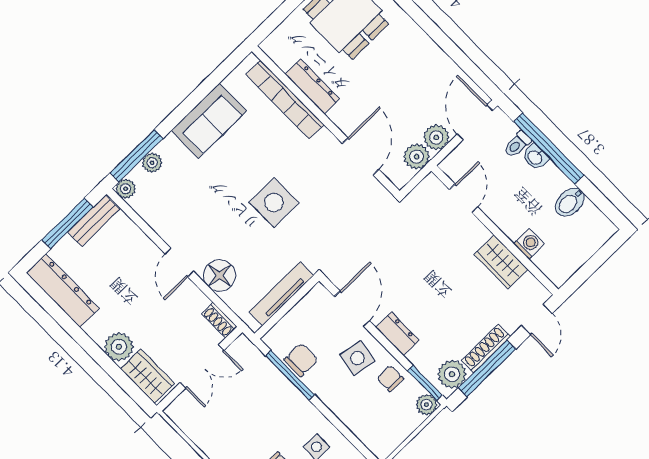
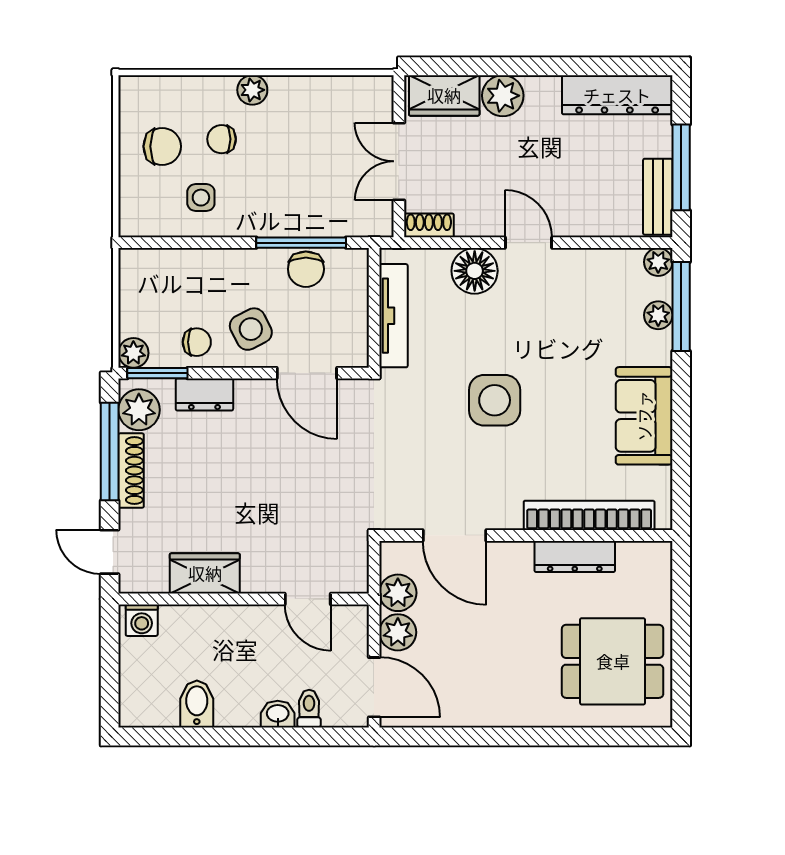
window: (549, 148) -> (273, 737), removed
washing machine: (529, 244) -> (142, 620), moved
dresser: (398, 334) -> (204, 395), moved
side table: (357, 358) -> (251, 329), turned -37

